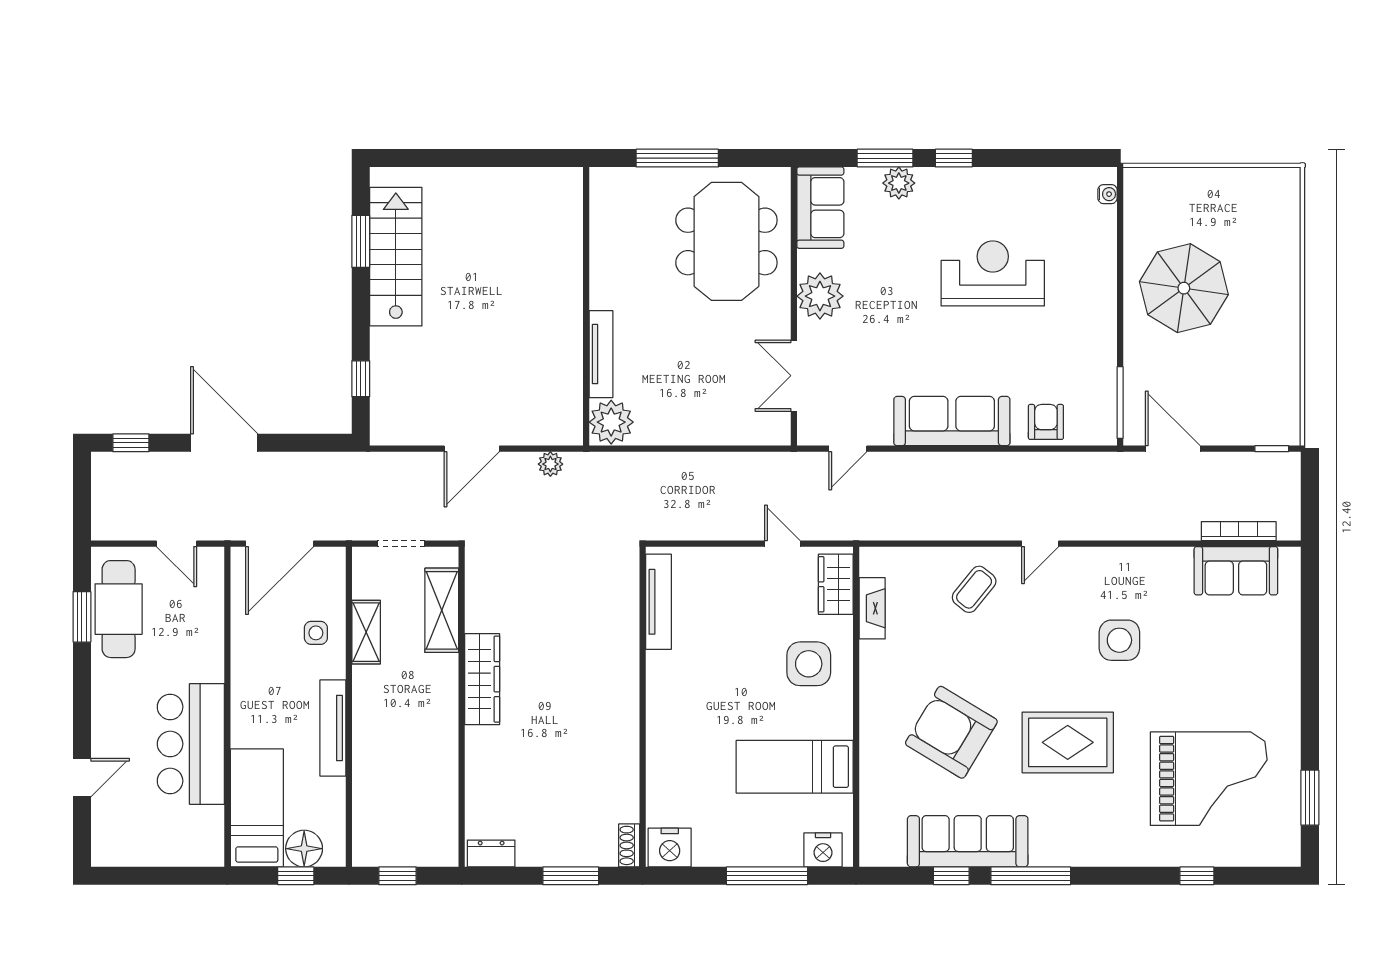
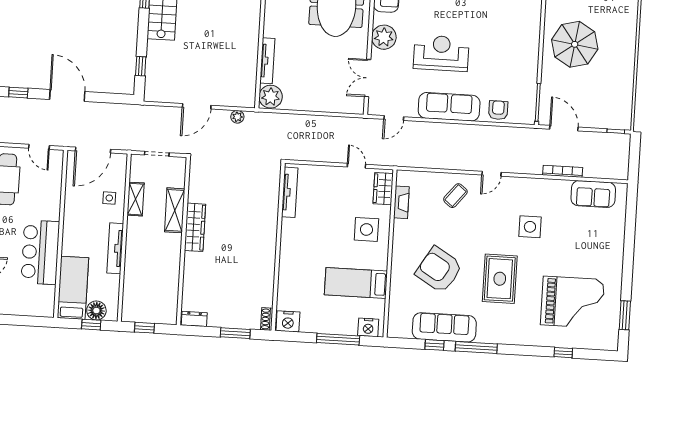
reception desk: (993, 273) -> (441, 53), moved
bookcase: (1239, 531) -> (563, 171), moved
shelving: (442, 610) -> (175, 210), moved
rug: (1068, 742) -> (500, 279), turned 90

